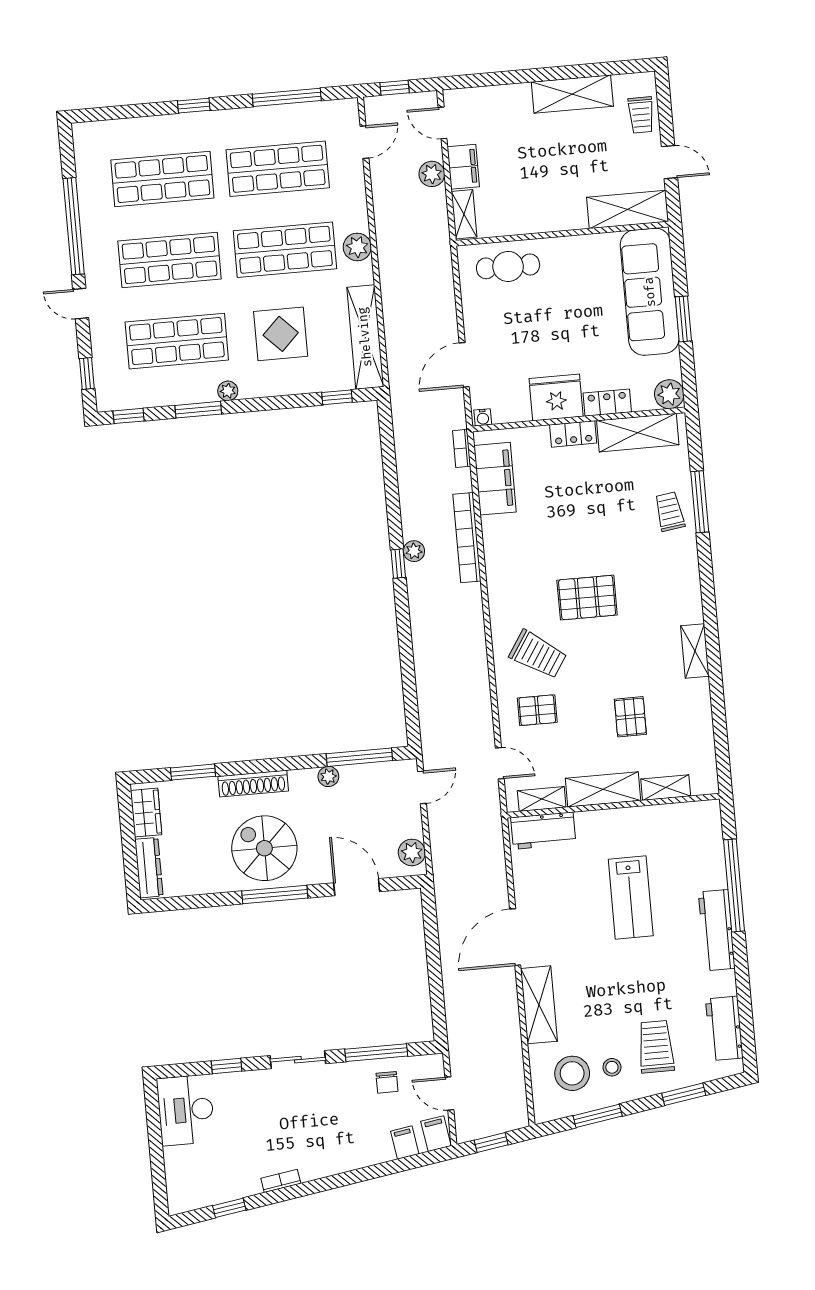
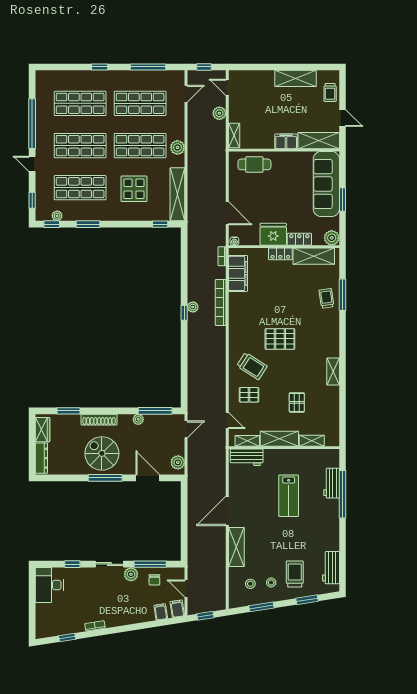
filing cabinet: (463, 167) -> (286, 141), moved, turned -90
door: (464, 365) -> (227, 213), swing flipped
plant: (228, 391) -> (57, 216), moved
workbench: (717, 930) -> (332, 483), moved, width x0.73
stool: (572, 1073) -> (250, 584), width x0.53, depth x0.53
plant: (341, 1075) -> (131, 574), added

